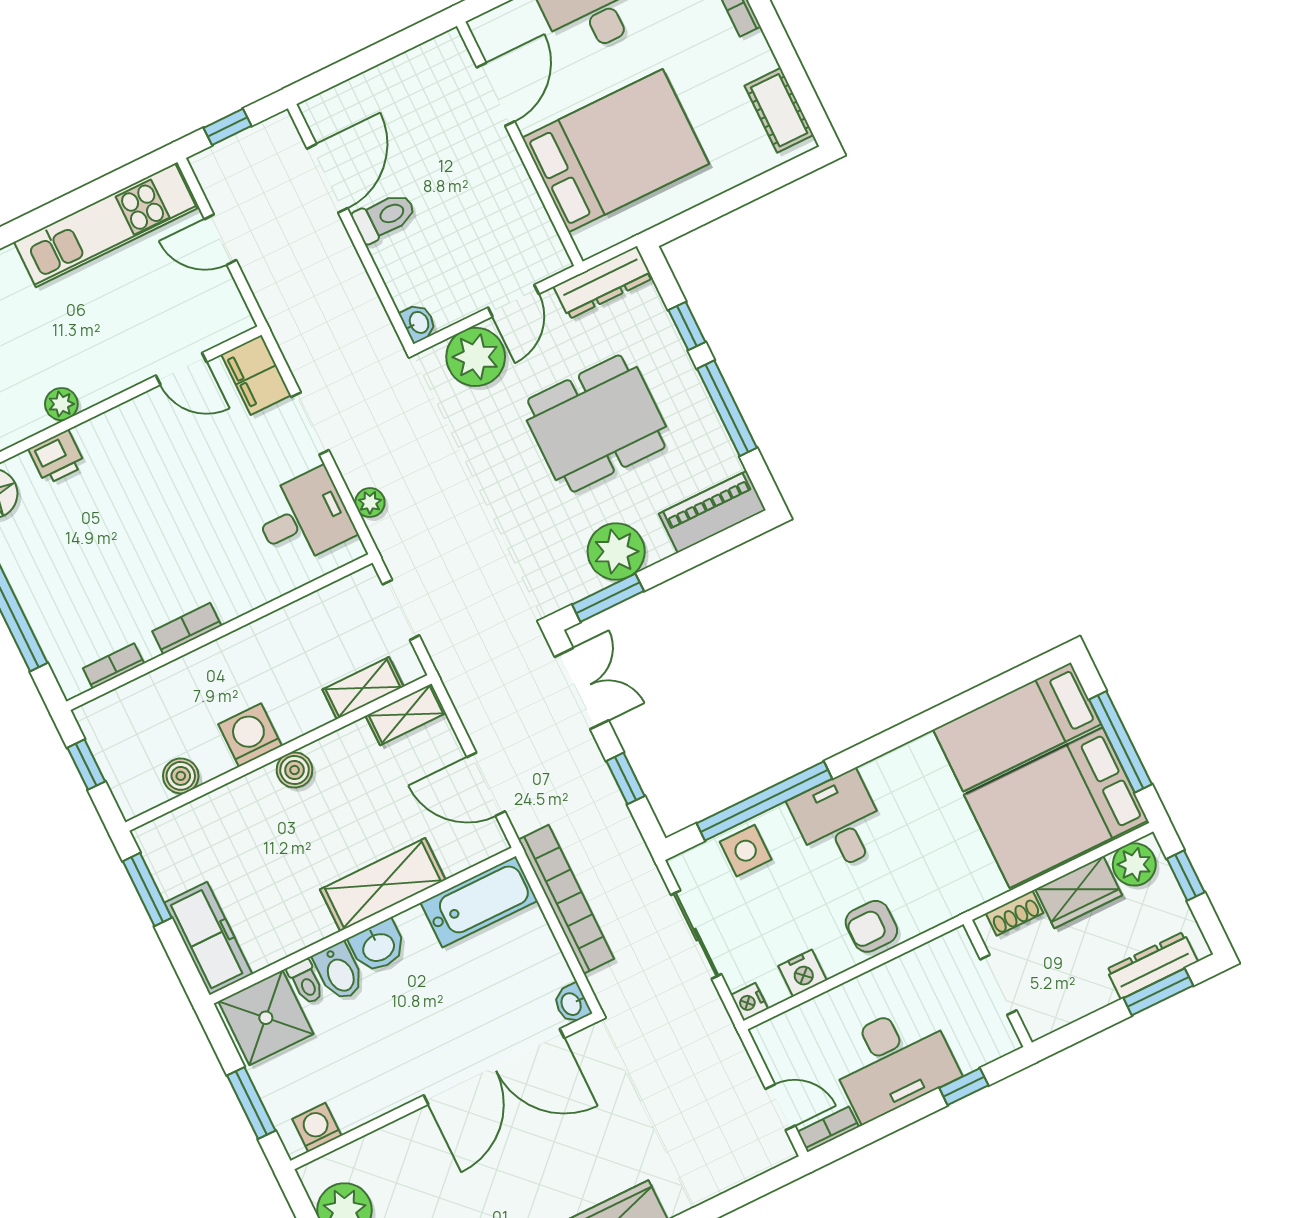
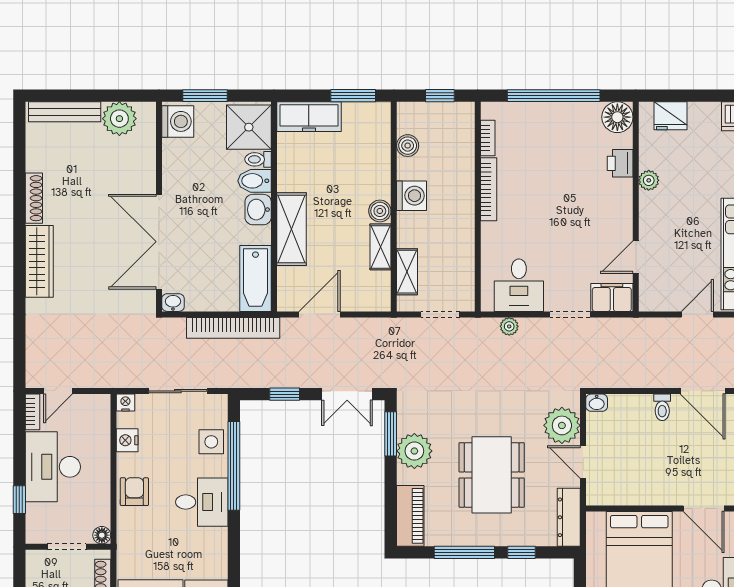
toilet: (384, 217) -> (662, 407), width x0.73, depth x0.72
bookcase: (187, 629) -> (489, 189), width x1.56
shelving: (406, 714) -> (381, 247), moved
floor lamp: (957, 943) -> (102, 535), added
washing machine: (317, 1127) -> (178, 121), width x1.38, depth x1.38

